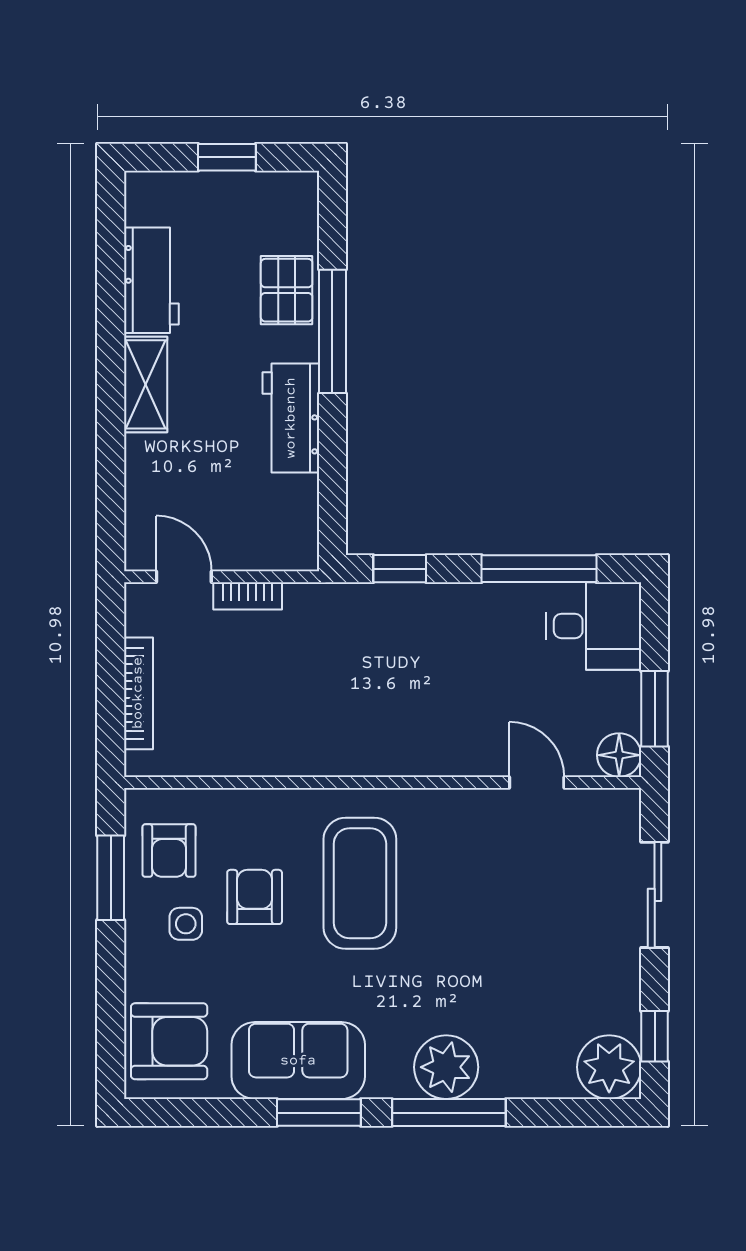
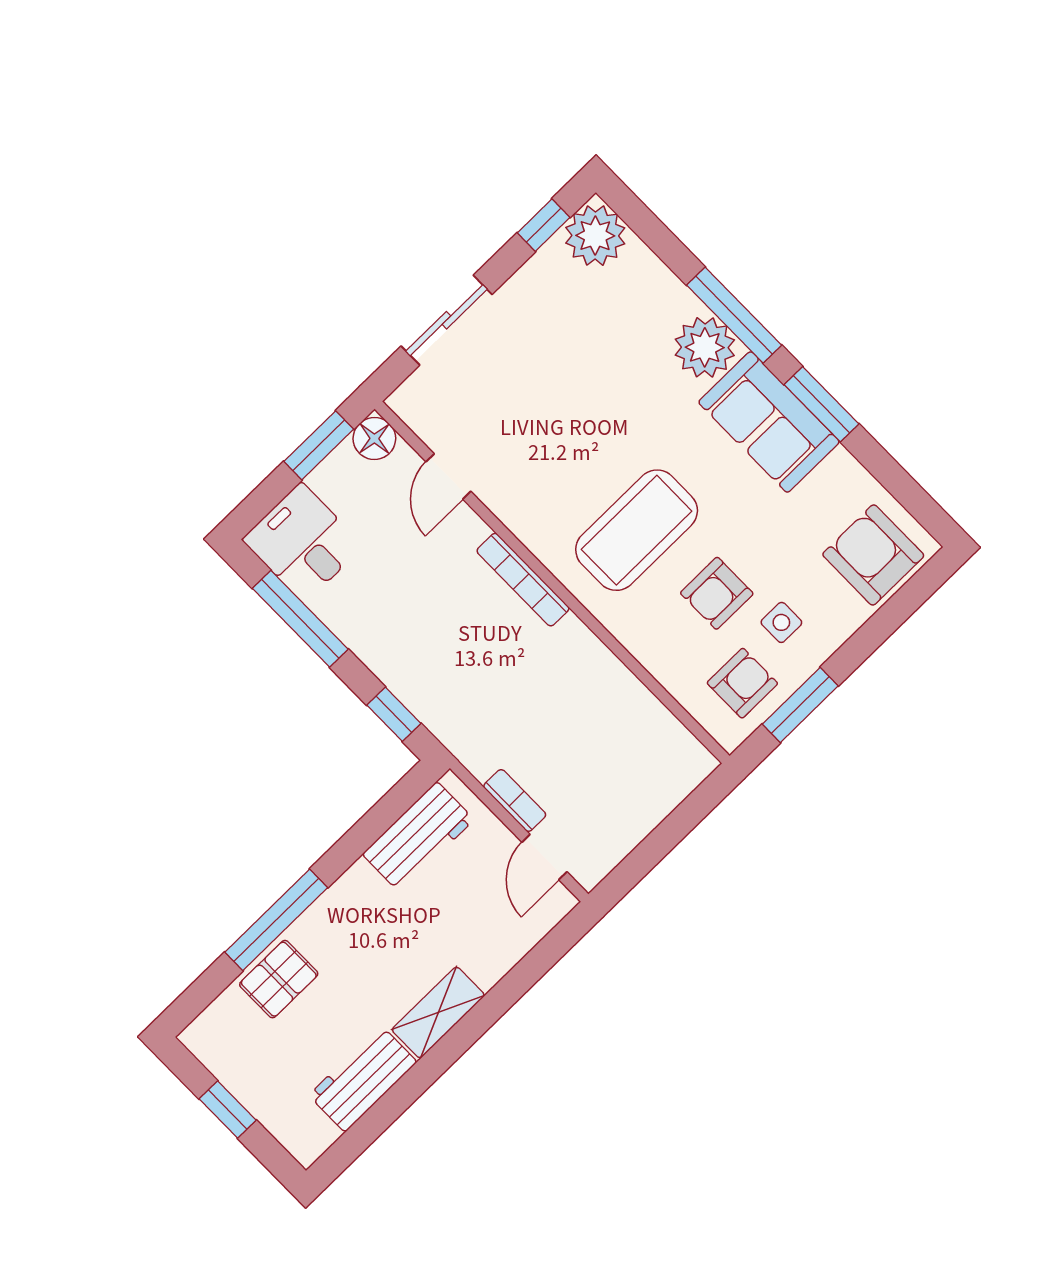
workbench: (291, 418) -> (418, 837), moved
bookcase: (138, 693) -> (523, 580), moved, turned -90
sofa: (298, 1061) -> (769, 422), moved

